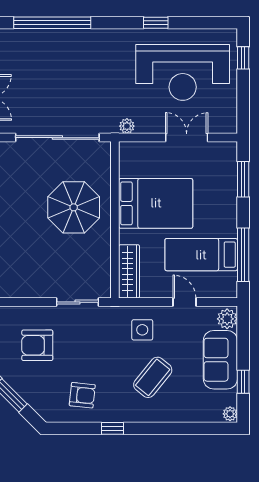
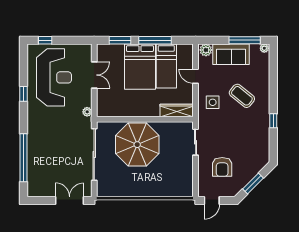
double door: (187, 138) -> (94, 75), swing flipped
bed: (156, 203) -> (140, 67), moved, turned 180
parasol: (74, 207) -> (137, 145), width x1.36, depth x1.36
window: (243, 255) -> (155, 40), moved
door: (185, 302) -> (196, 76), hinge flipped
window: (243, 382) -> (245, 40), width x2.17
armchair: (82, 395) -> (253, 139), removed

